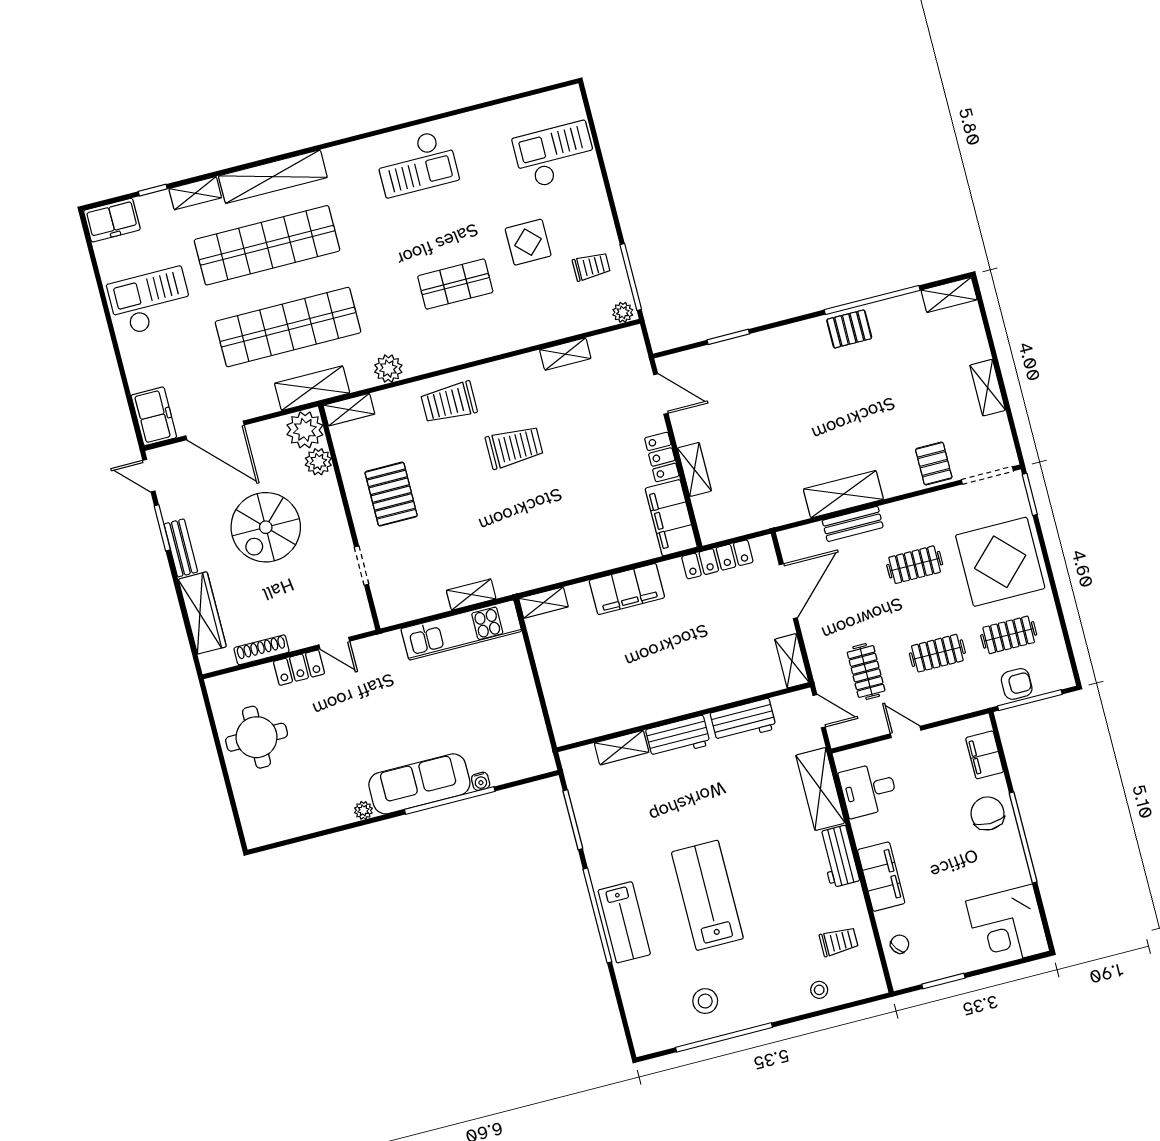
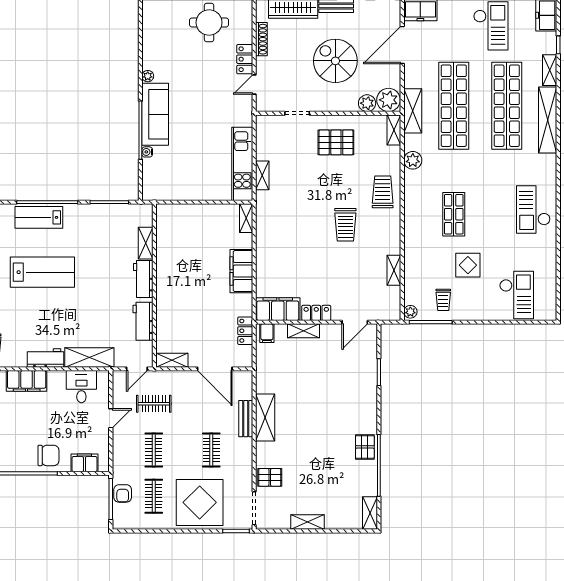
filing cabinet: (712, 525) -> (267, 333), added
locker: (717, 559) -> (245, 331), width x0.66

